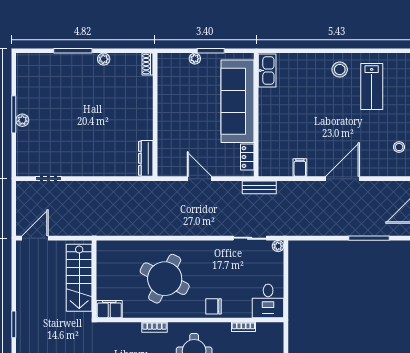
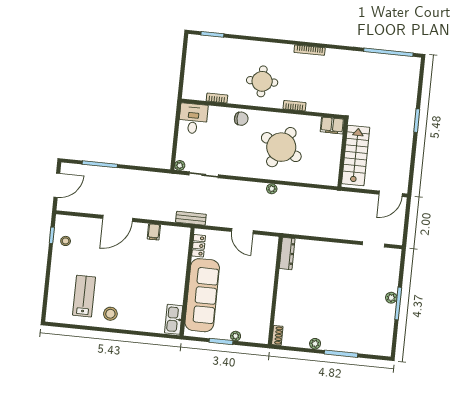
plant: (171, 230) -> (272, 189), added

